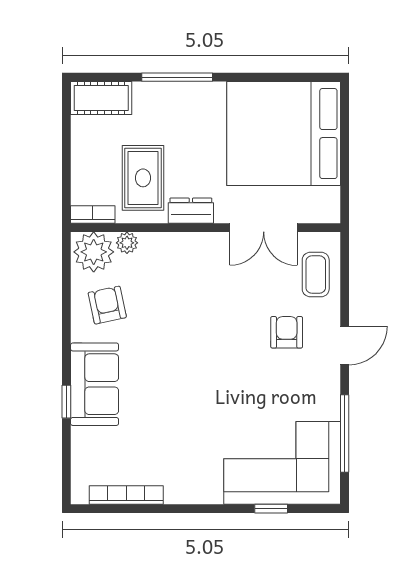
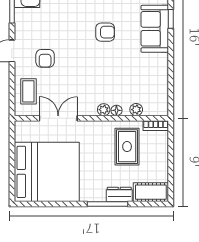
dresser: (191, 211) -> (119, 194), moved, turned 180
floor lamp: (161, 241) -> (116, 110), added
plant: (94, 252) -> (104, 110), moved, width x0.53, depth x0.53
armchair: (107, 305) -> (105, 32), moved, turned -78

